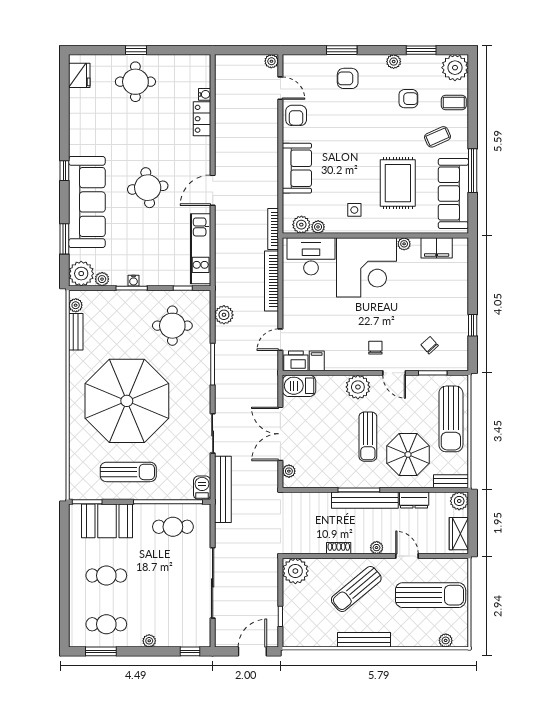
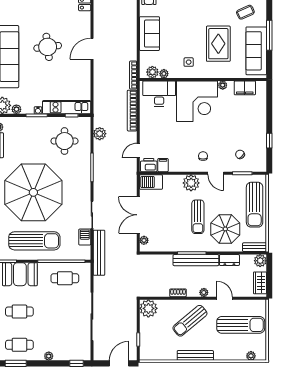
kitchen unit: (201, 249) -> (67, 107), moved, turned 90
sun lounger: (128, 472) -> (34, 241), width x1.36, depth x1.34
barbecue: (202, 488) -> (85, 237), moved

